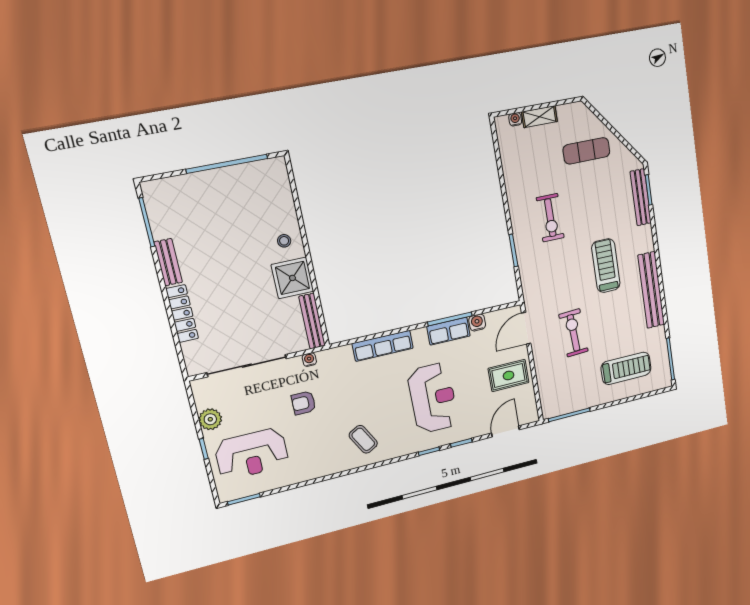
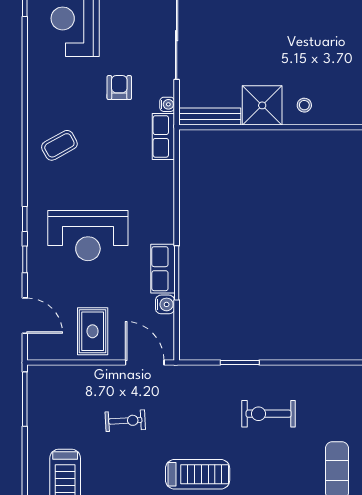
exercise bike: (574, 333) -> (125, 421), width x0.73, depth x0.72
row of seats: (383, 346) -> (163, 136), moved, width x0.68

